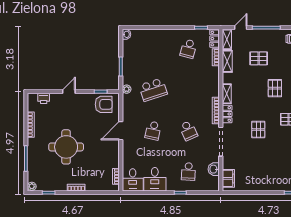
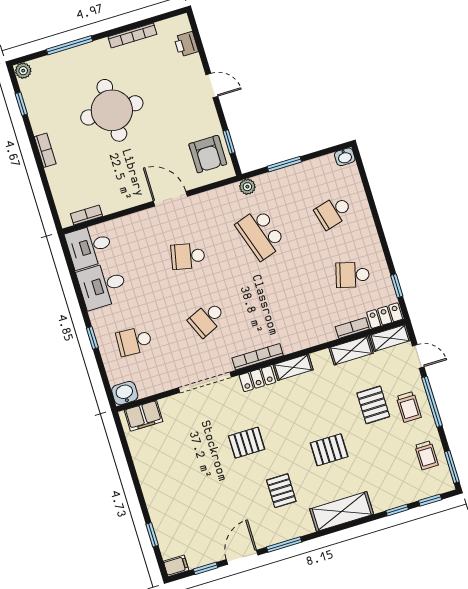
trolley: (265, 40) -> (409, 407), added
school desk: (153, 49) -> (333, 212), added
washbasin: (214, 169) -> (125, 393), moved

